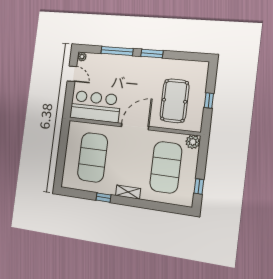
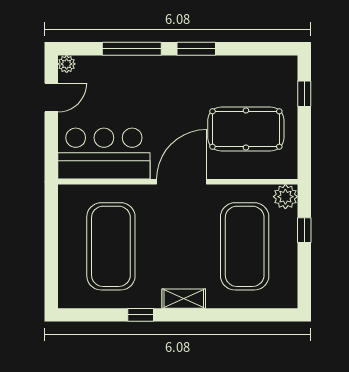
door: (72, 74) -> (51, 98), hinge flipped
pool table: (174, 101) -> (246, 129), turned 90
window: (209, 101) -> (304, 94), moved
window: (199, 186) -> (304, 230), moved

